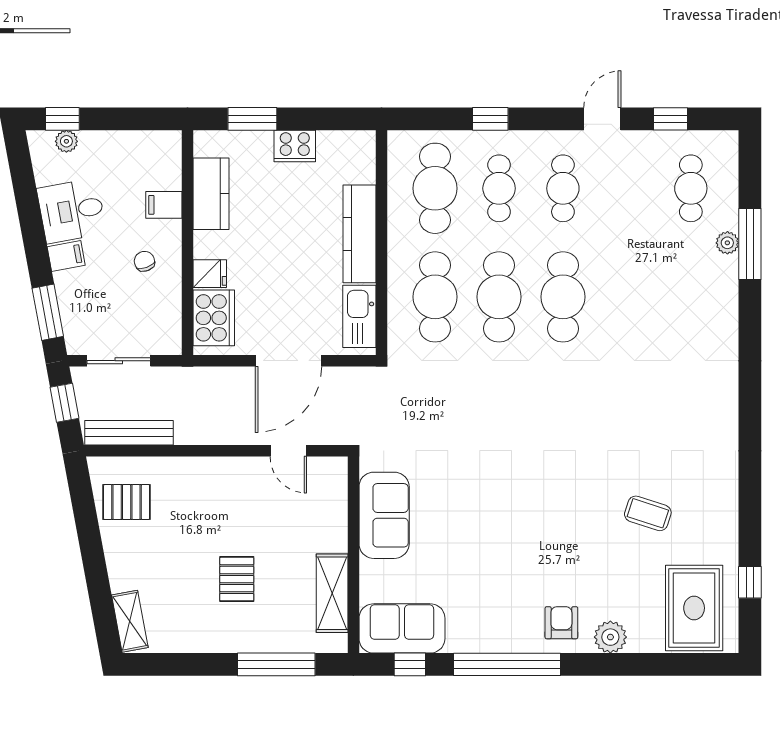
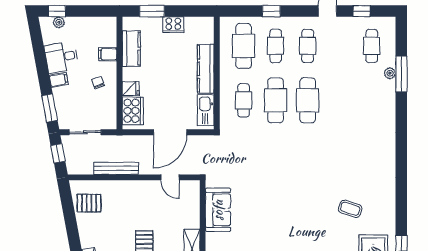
cafe table: (435, 297) -> (244, 100), width x0.73, depth x0.74
bench: (129, 433) -> (116, 168), moved

